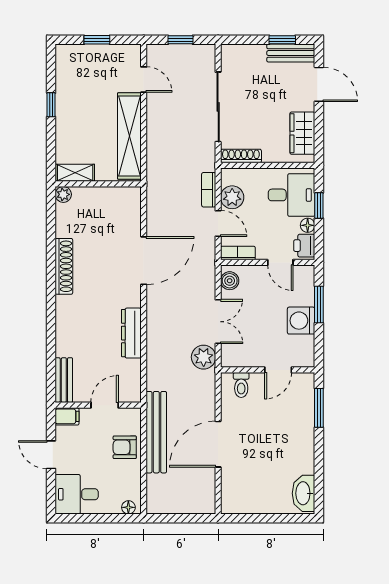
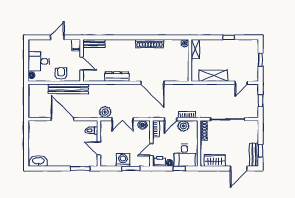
shelving: (129, 136) -> (213, 76), width x0.68
desk: (77, 494) -> (39, 61), moved, turned -90

